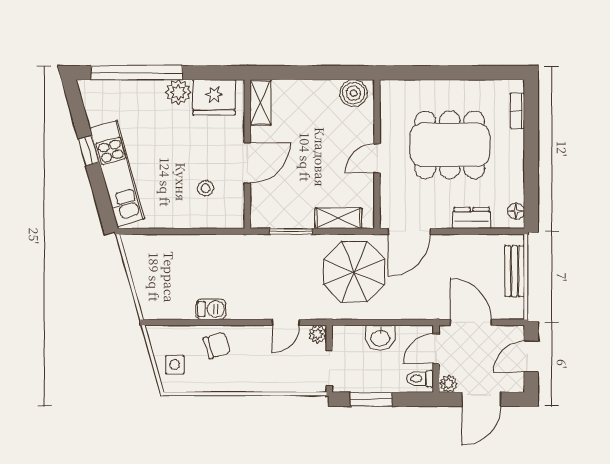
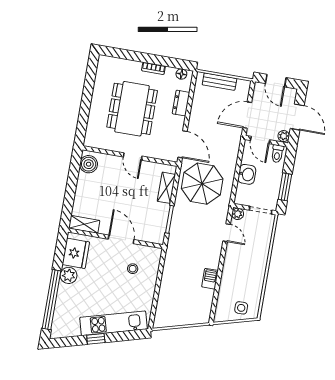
bookcase: (517, 111) -> (153, 68), moved
chair: (217, 345) -> (234, 279), removed

